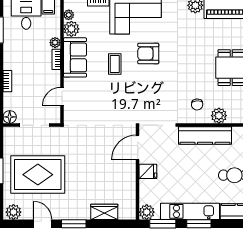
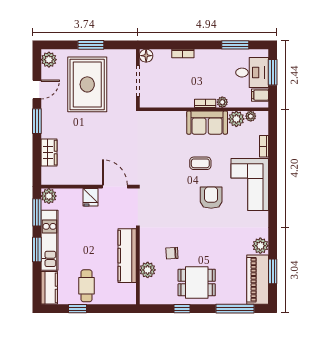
door: (62, 96) -> (167, 109), removed
chair: (197, 105) -> (172, 253), moved

